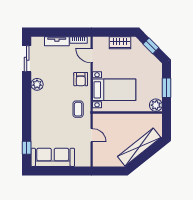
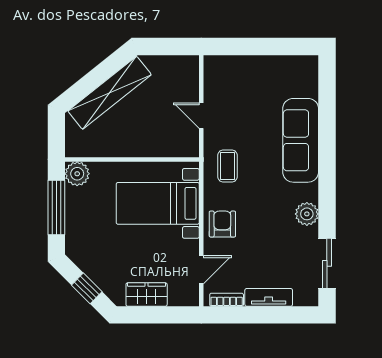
door: (92, 55) -> (201, 270), hinge flipped
window: (167, 88) -> (56, 207), width x1.44
window: (27, 148) -> (327, 91), removed
sofa: (53, 157) -> (301, 140), moved, turned 90

